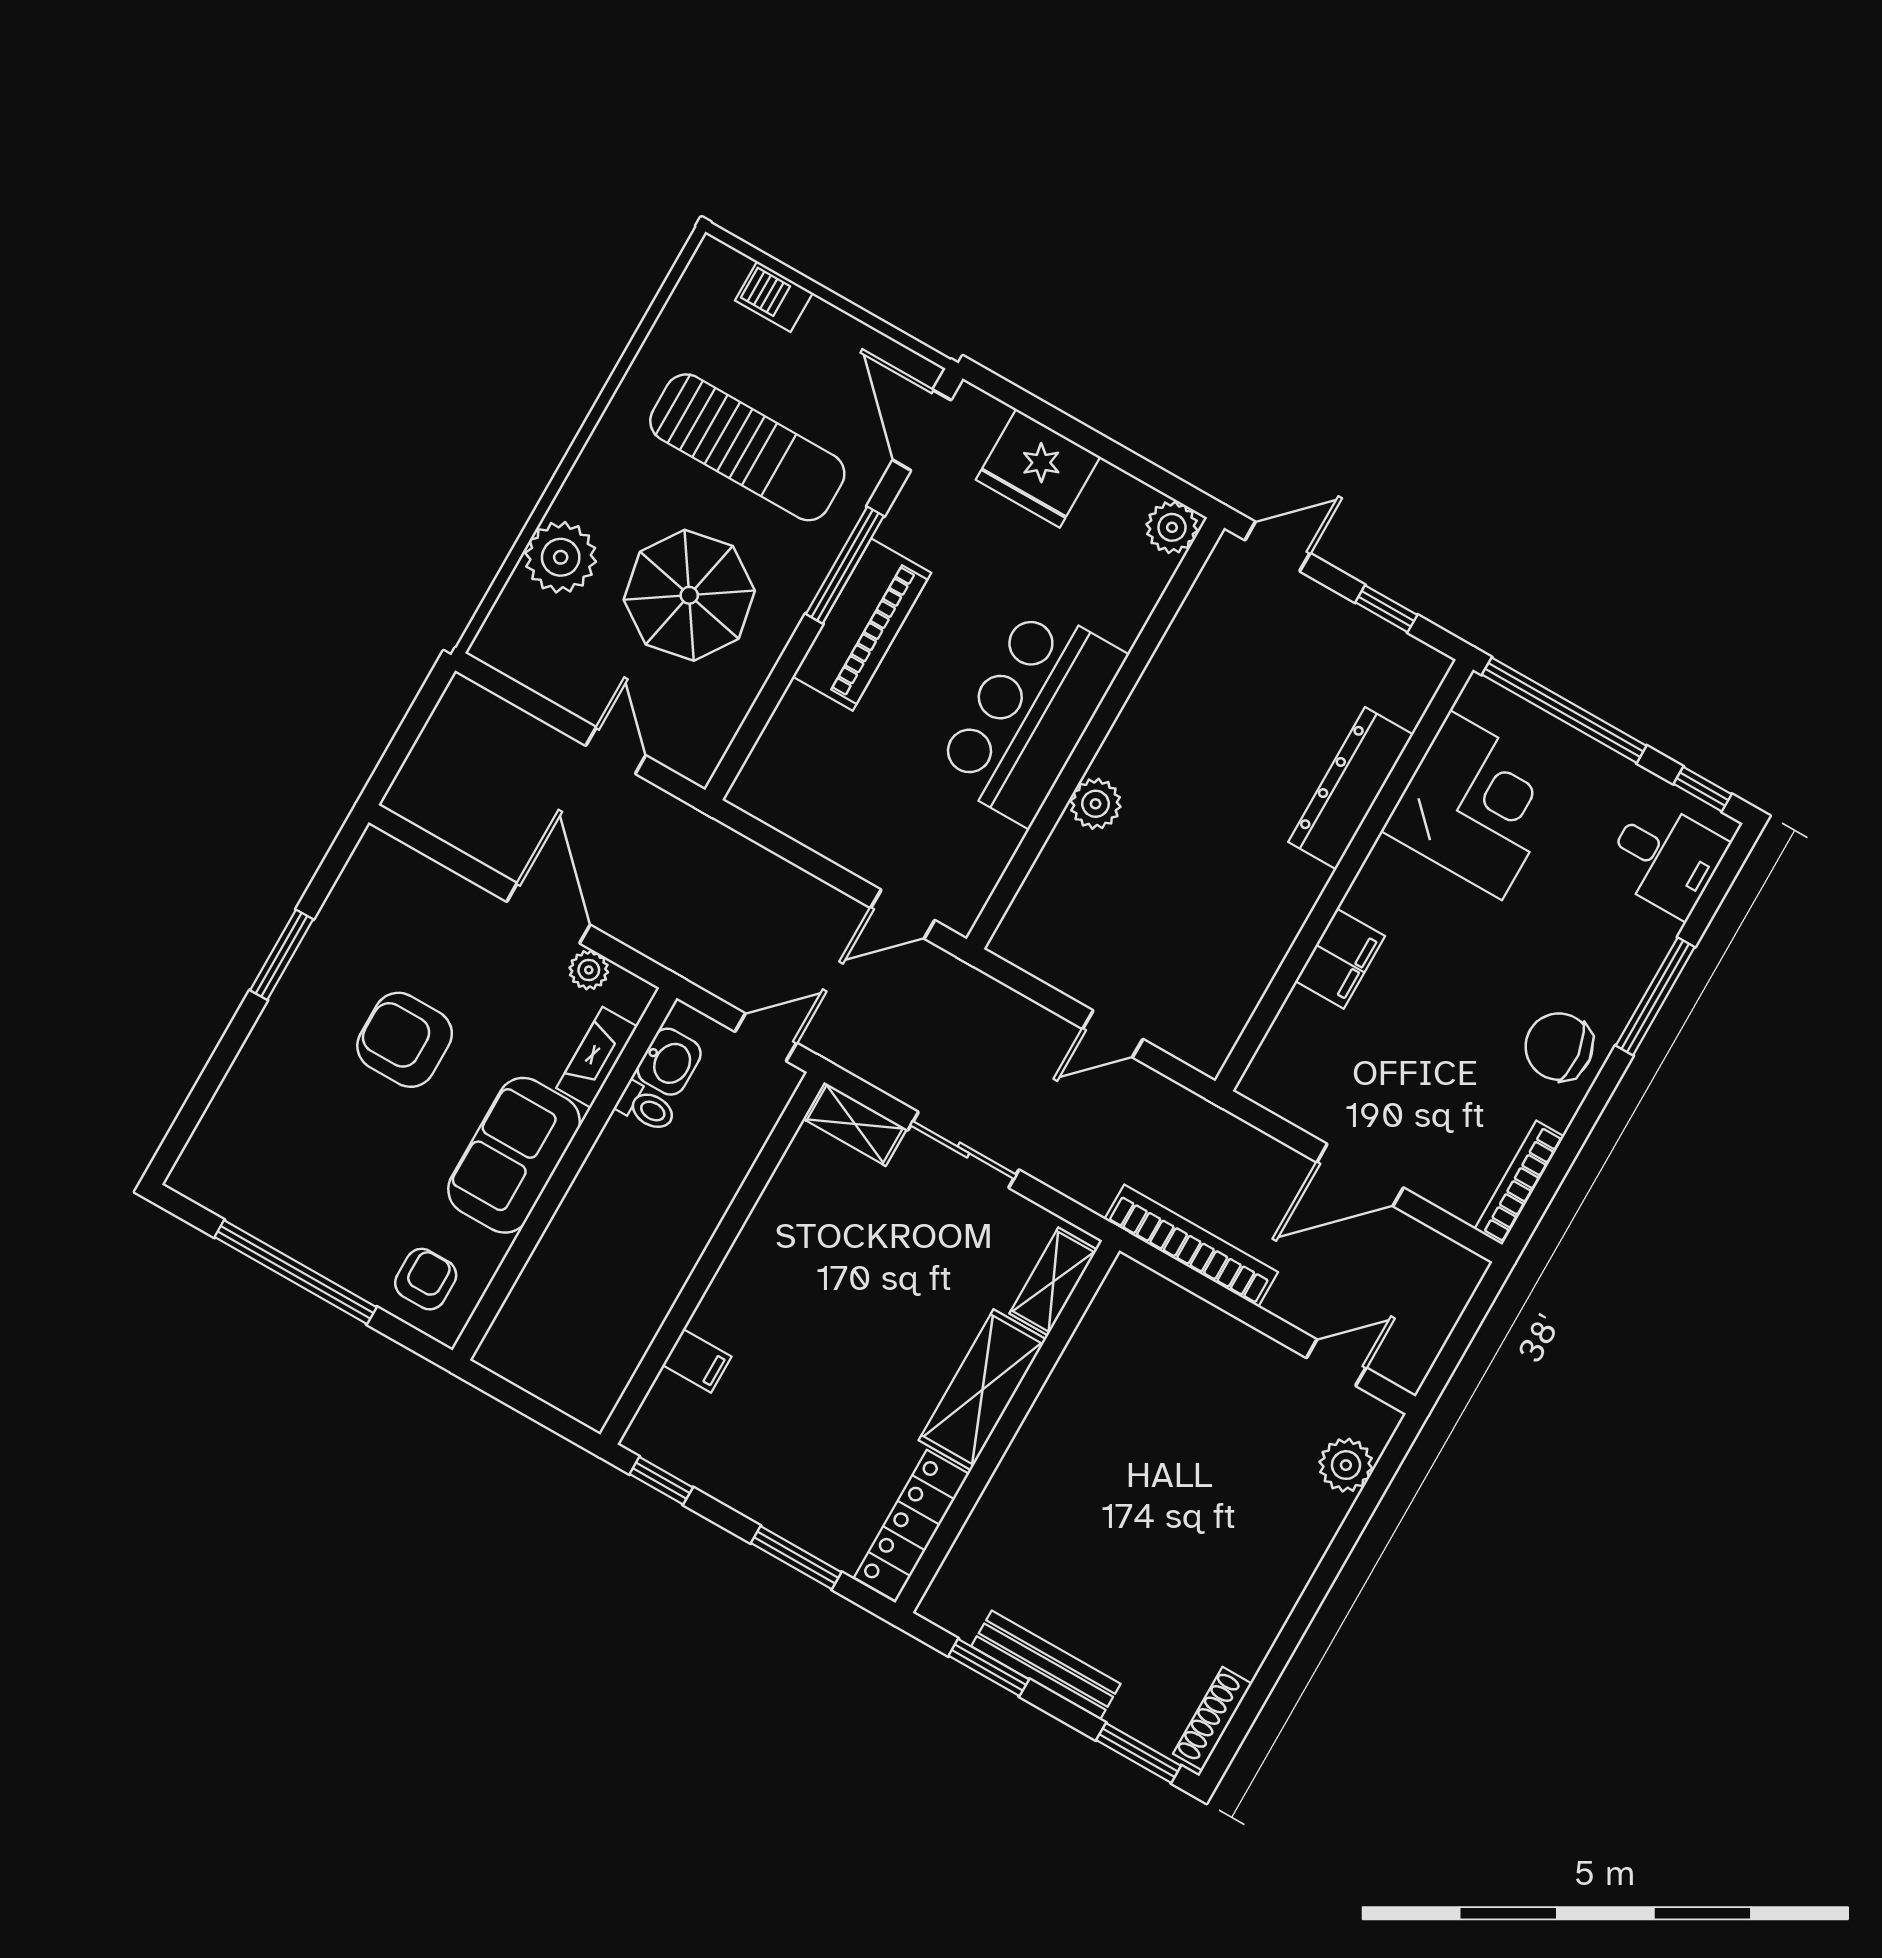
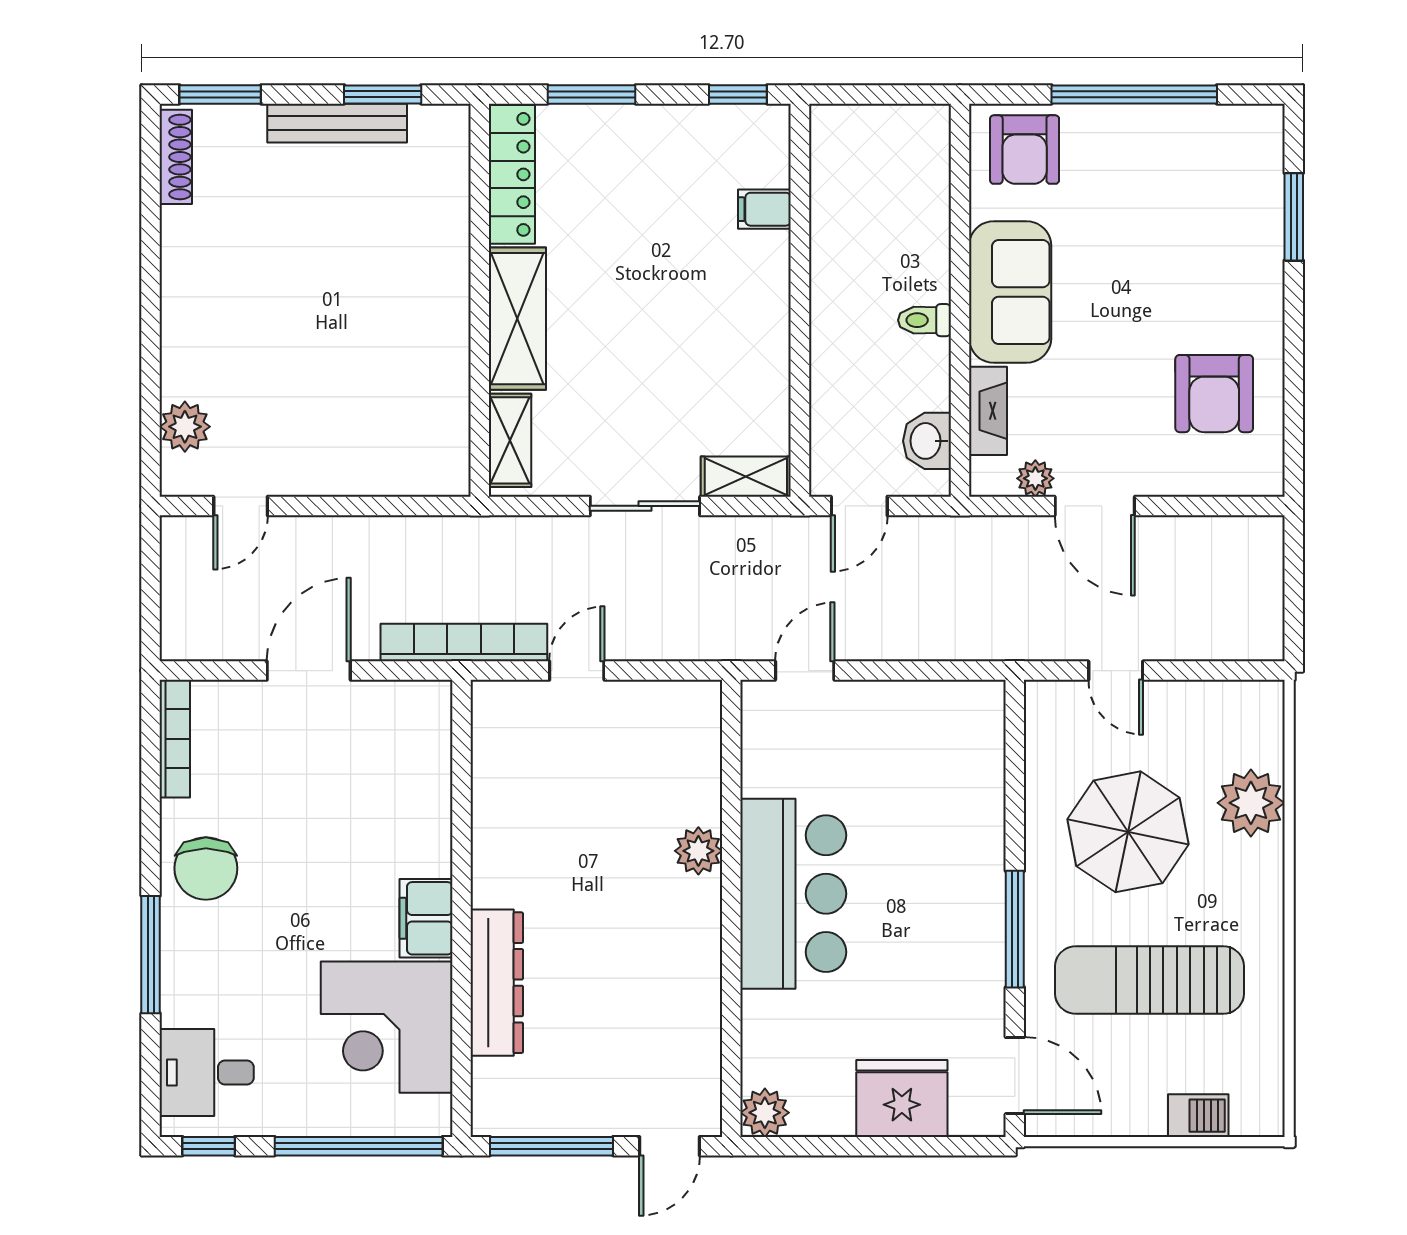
window: (1386, 609) -> (551, 1146), width x2.17
piano: (862, 625) -> (973, 888), removed
window: (282, 955) -> (1294, 217), moved
filing cabinet: (1340, 959) -> (426, 918), moved
armchair: (405, 1040) -> (1214, 394), moved, turned 90
chair: (1559, 1047) -> (206, 868), turned 97
toilet: (646, 1107) -> (924, 320), moved
bookcase: (1191, 1246) -> (464, 643), moved, turned 180
armchair: (426, 1279) -> (1025, 150), width x1.38, depth x1.38

